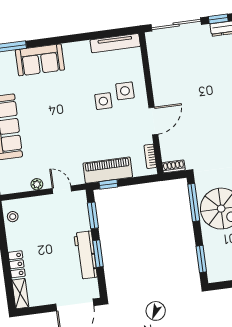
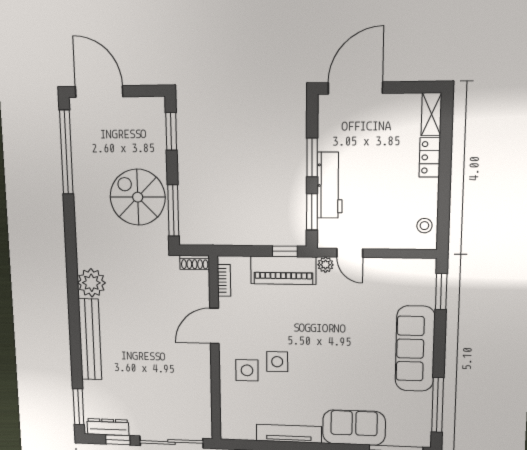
tv unit: (115, 43) -> (289, 434), moved
plant: (37, 184) -> (326, 265), moved
workbench: (86, 255) -> (330, 185), moved

